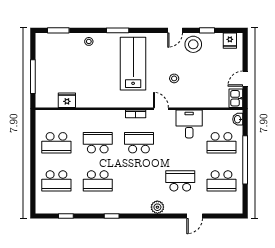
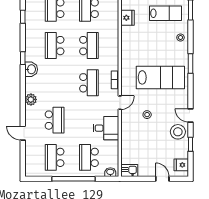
lab bench: (62, 58) -> (165, 13), added
door: (245, 79) -> (162, 179), moved
washbasin: (124, 207) -> (31, 69), added

